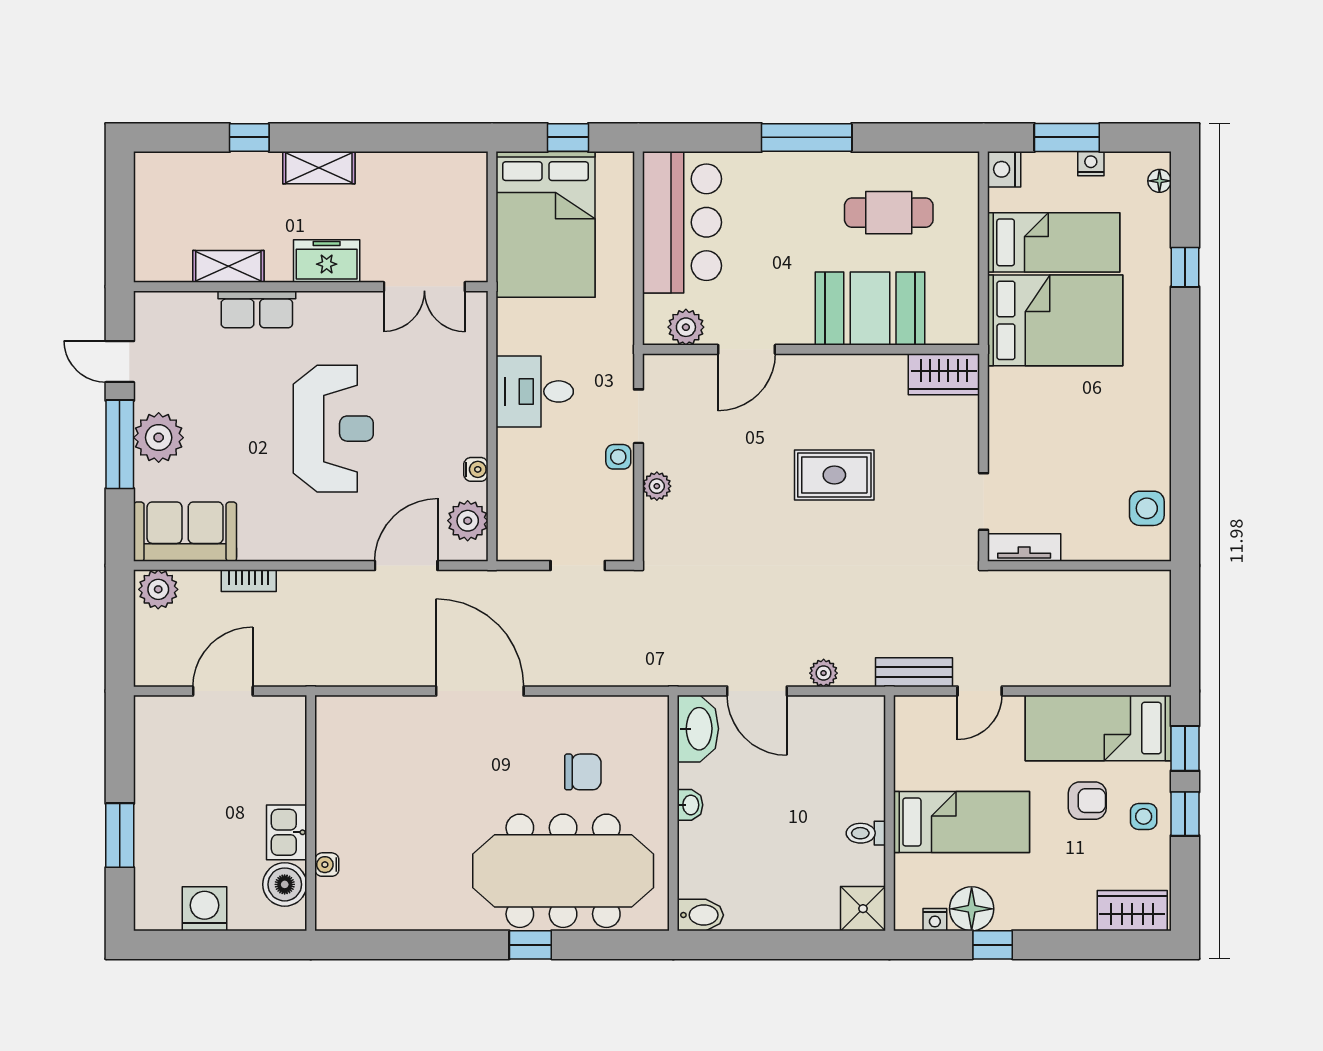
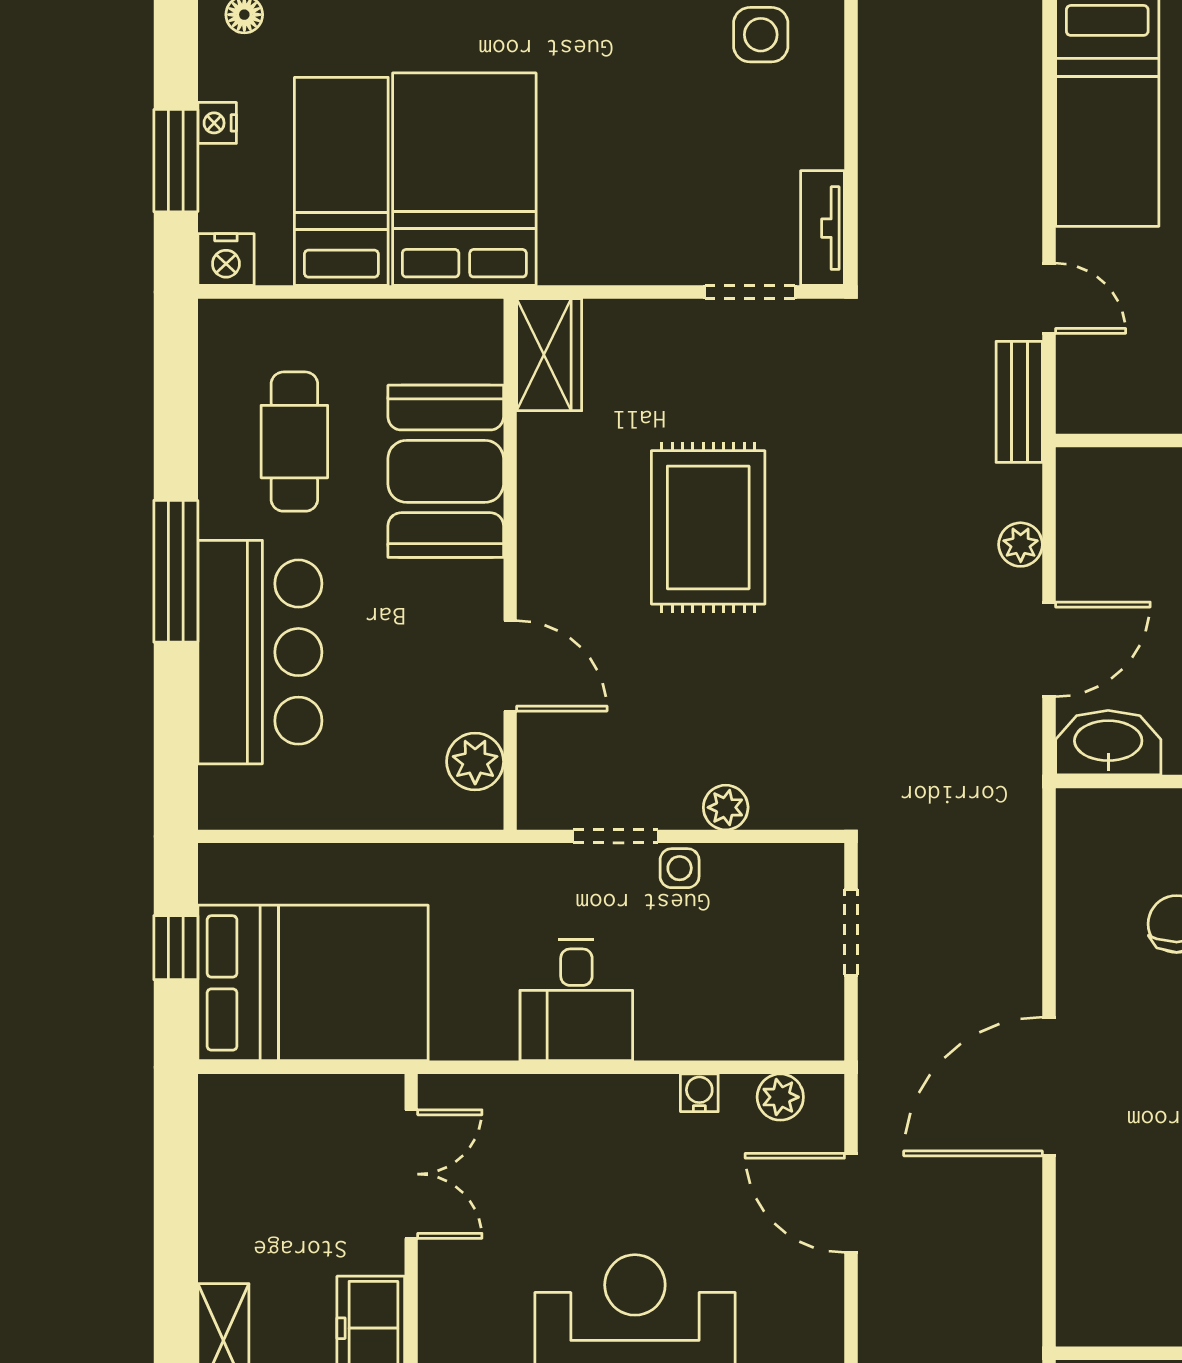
bar counter: (682, 222) -> (260, 652), moved, turned 90
rug: (834, 475) -> (708, 527), width x1.36, depth x1.43
plant: (468, 521) -> (780, 1097), width x0.73, depth x0.73

